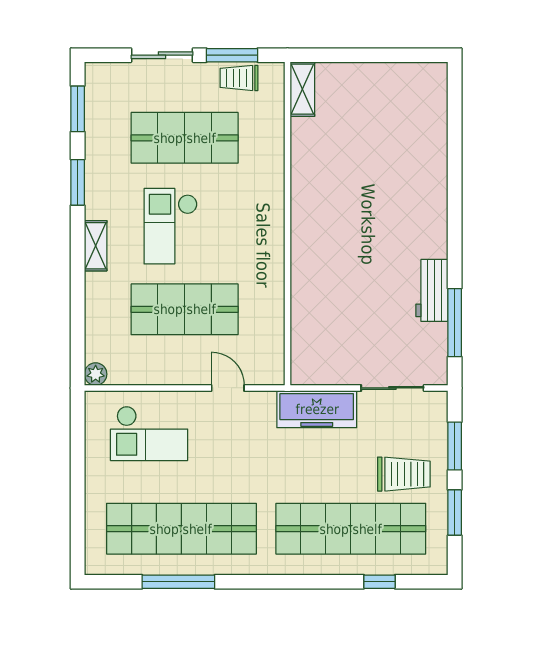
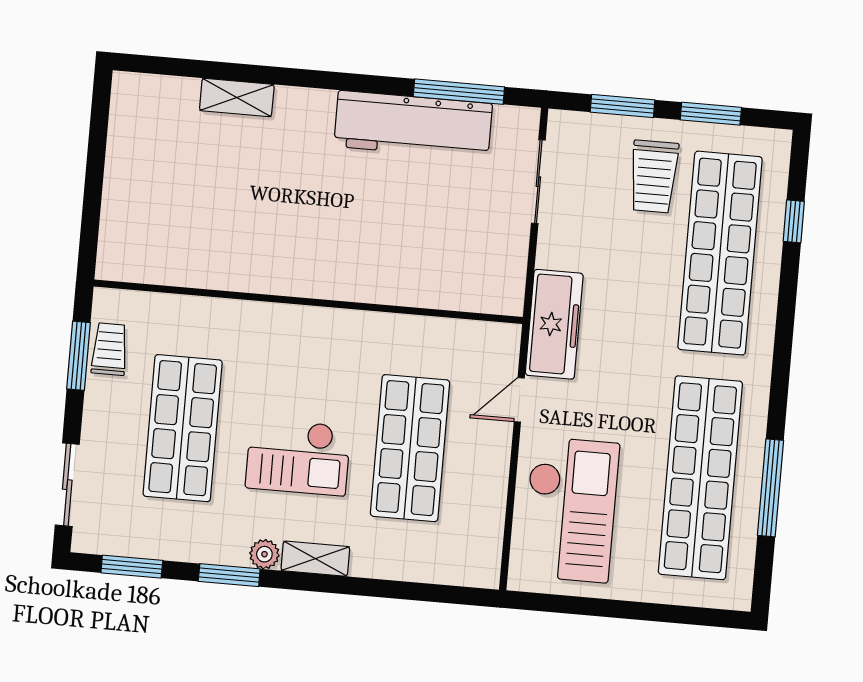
sliding door: (162, 55) -> (67, 485), moved
trolley: (239, 78) -> (110, 349), turned 180
shelving: (302, 89) -> (237, 98), moved
workbench: (432, 290) -> (413, 125), width x1.87, depth x1.32
plant: (96, 374) -> (264, 554), moved
freezer: (317, 409) -> (554, 324), moved
checkout: (149, 433) -> (570, 510), width x1.36, depth x1.21
trolley: (404, 474) -> (654, 176), turned 180

